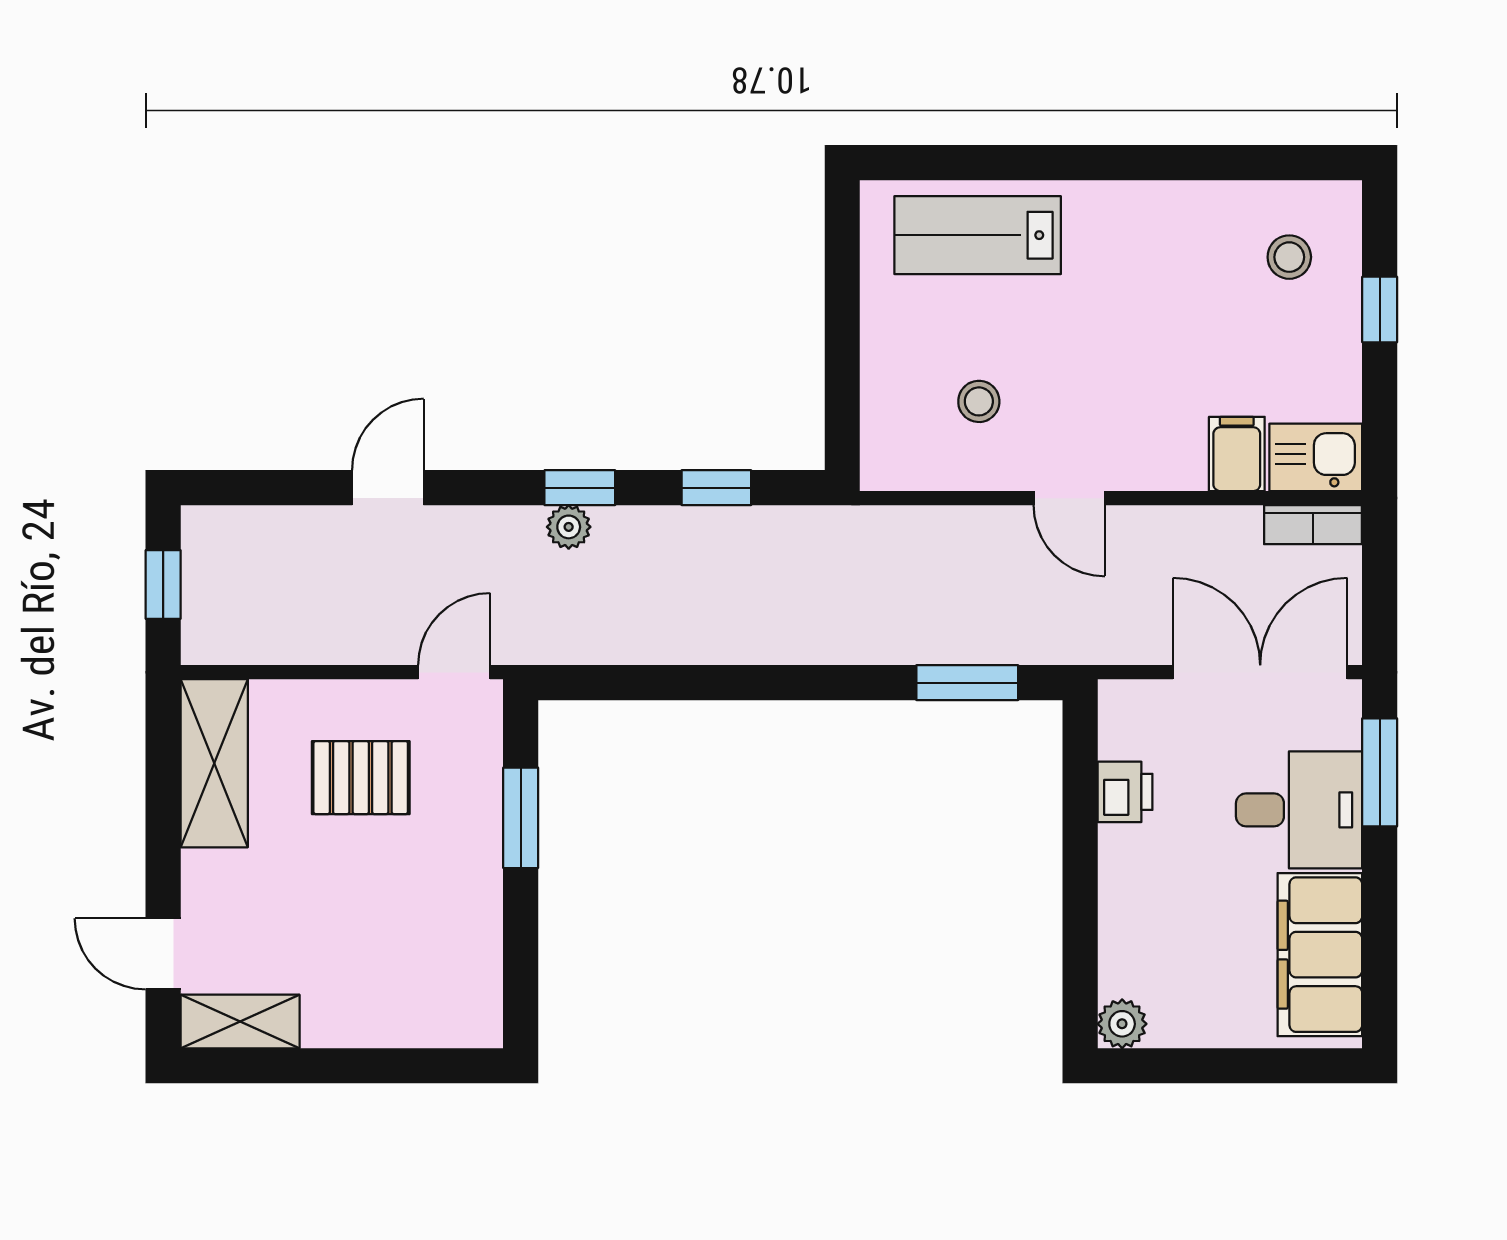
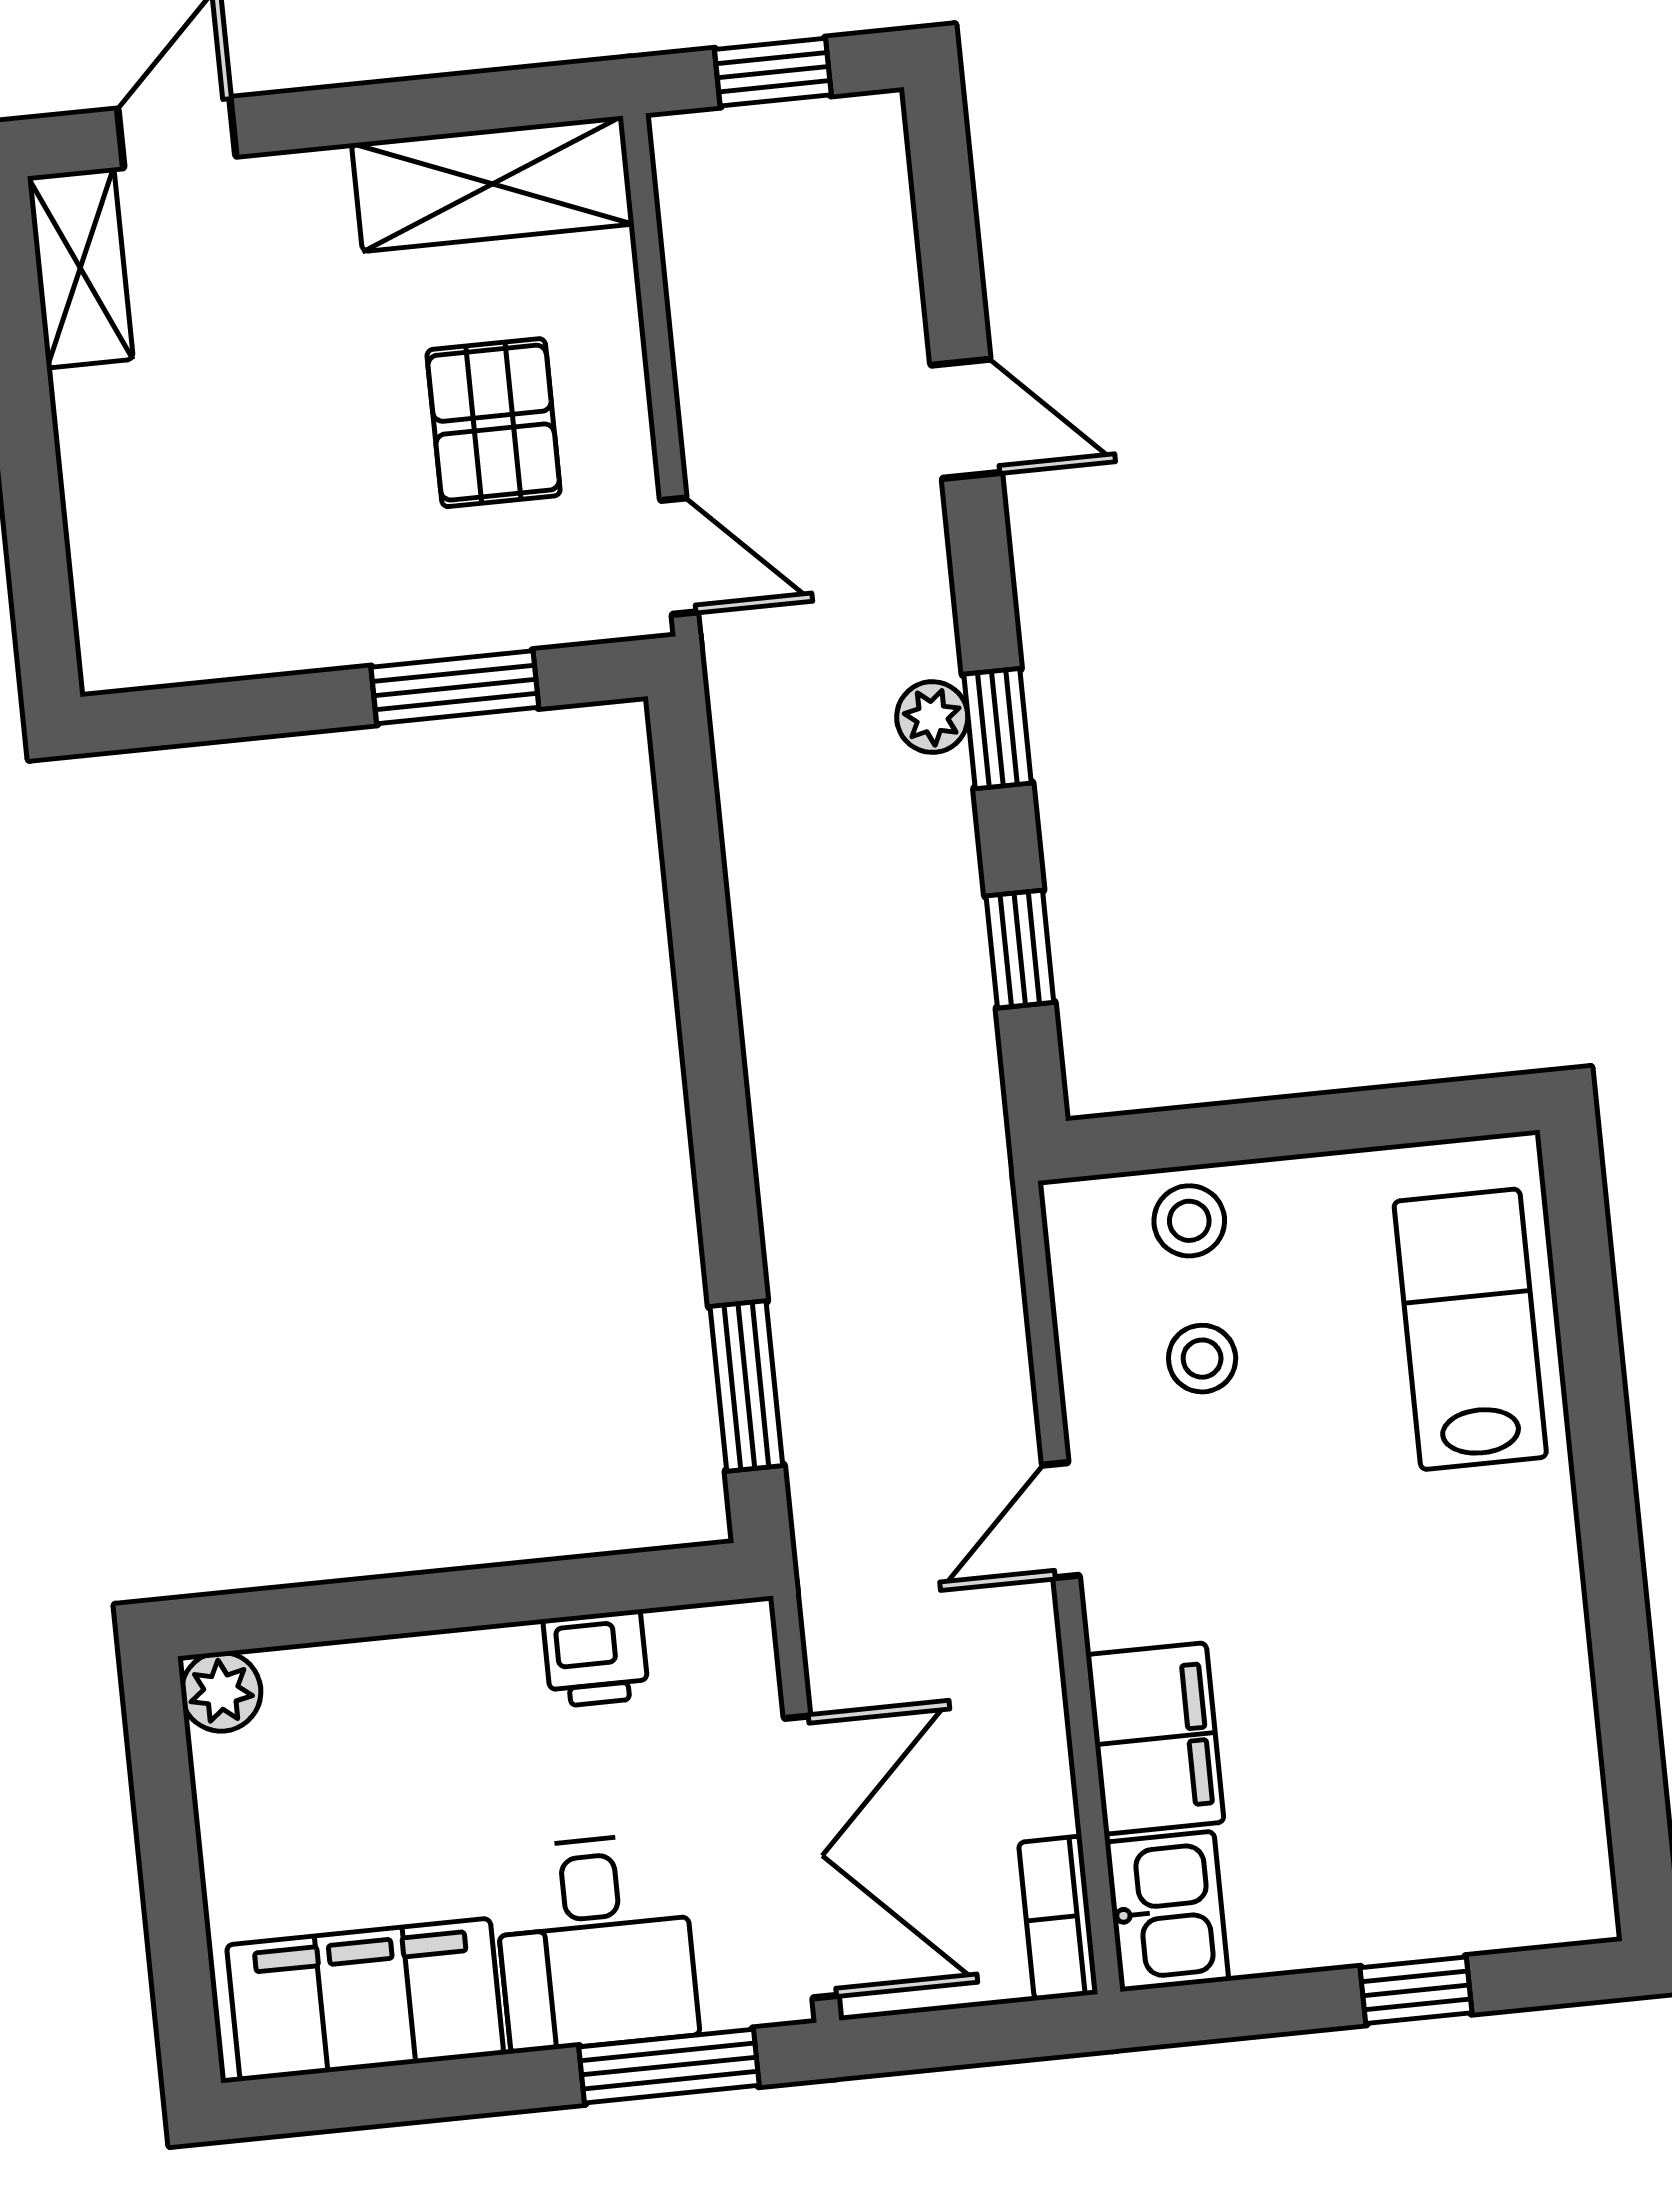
stool: (1289, 257) -> (1189, 1221), moved
filing cabinet: (1237, 454) -> (1155, 1738), width x2.00

